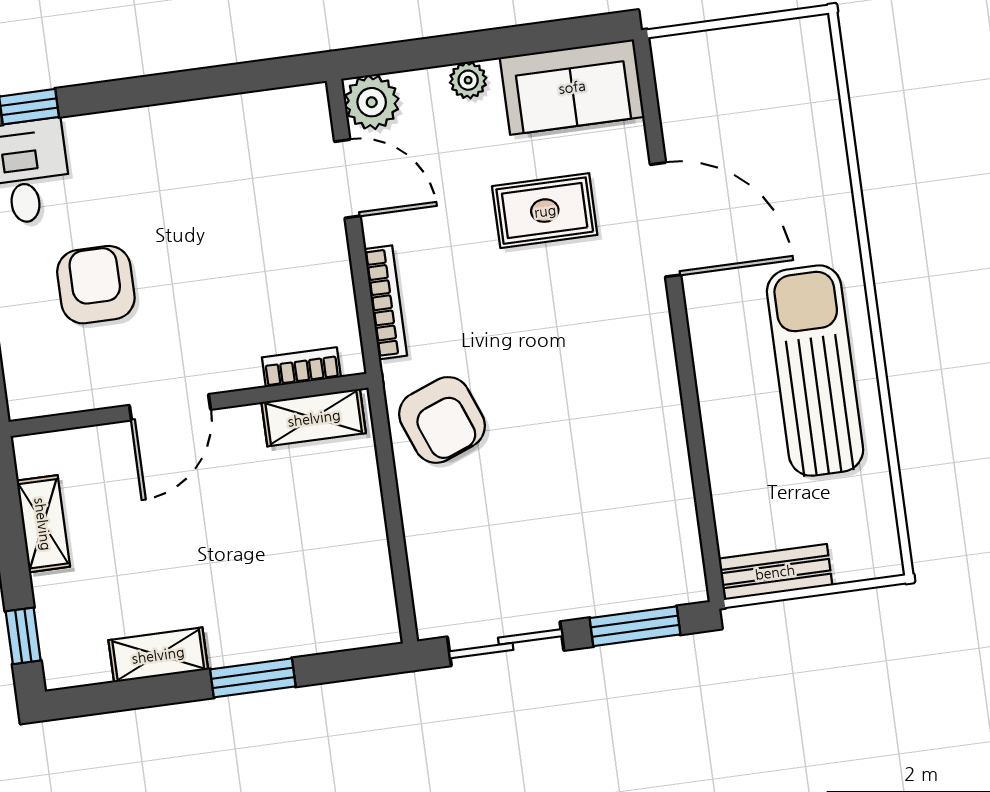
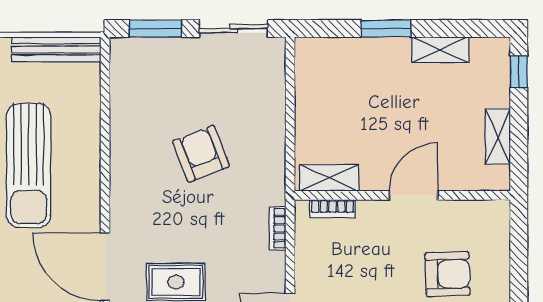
armchair: (96, 285) -> (448, 274), turned -92
bookcase: (386, 302) -> (277, 228), width x0.64
armchair: (442, 420) -> (201, 154), moved
bench: (775, 572) -> (56, 49), width x1.36

